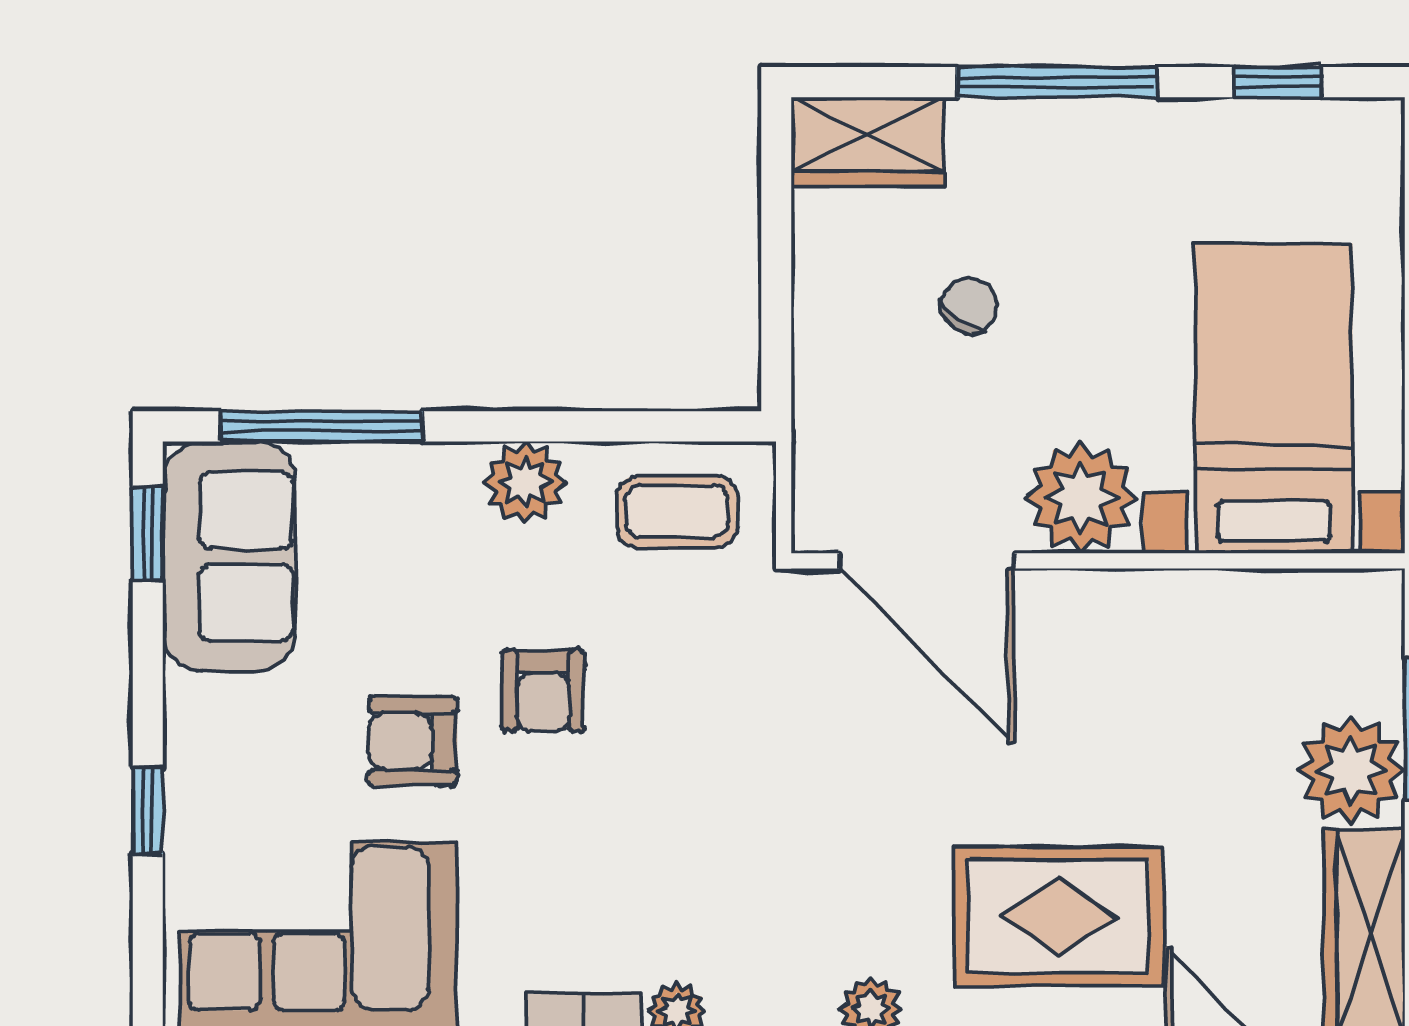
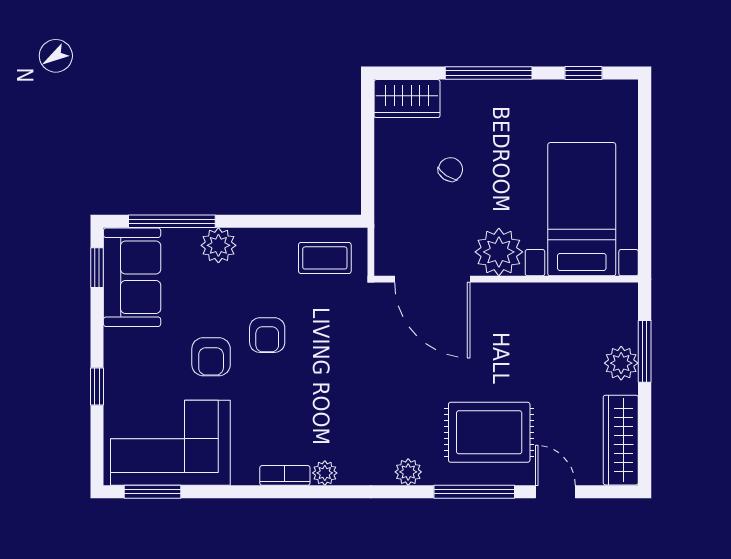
plant: (525, 482) -> (218, 245), moved
armchair: (413, 741) -> (211, 357), turned -90
plant: (1351, 770) -> (621, 363), width x0.73, depth x0.73

